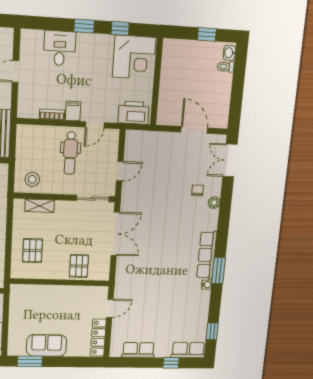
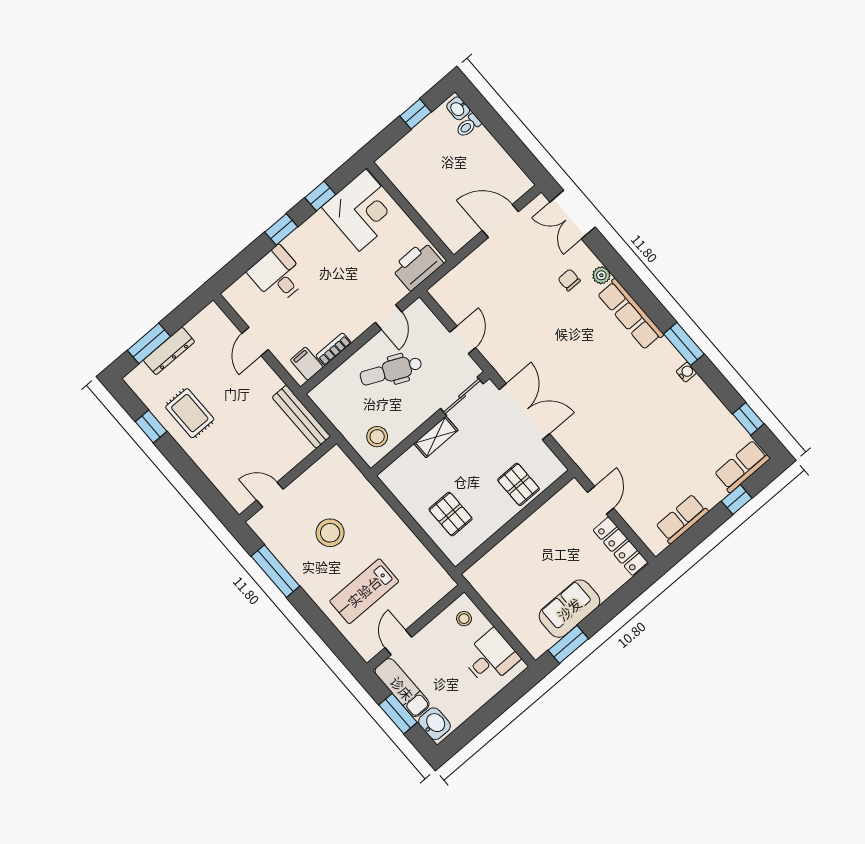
filing cabinet: (73, 111) -> (307, 364), moved
dental chair: (70, 153) -> (391, 371), turned 115
shelving: (40, 206) -> (436, 437), moved
row of seats: (207, 255) -> (630, 314), moved

